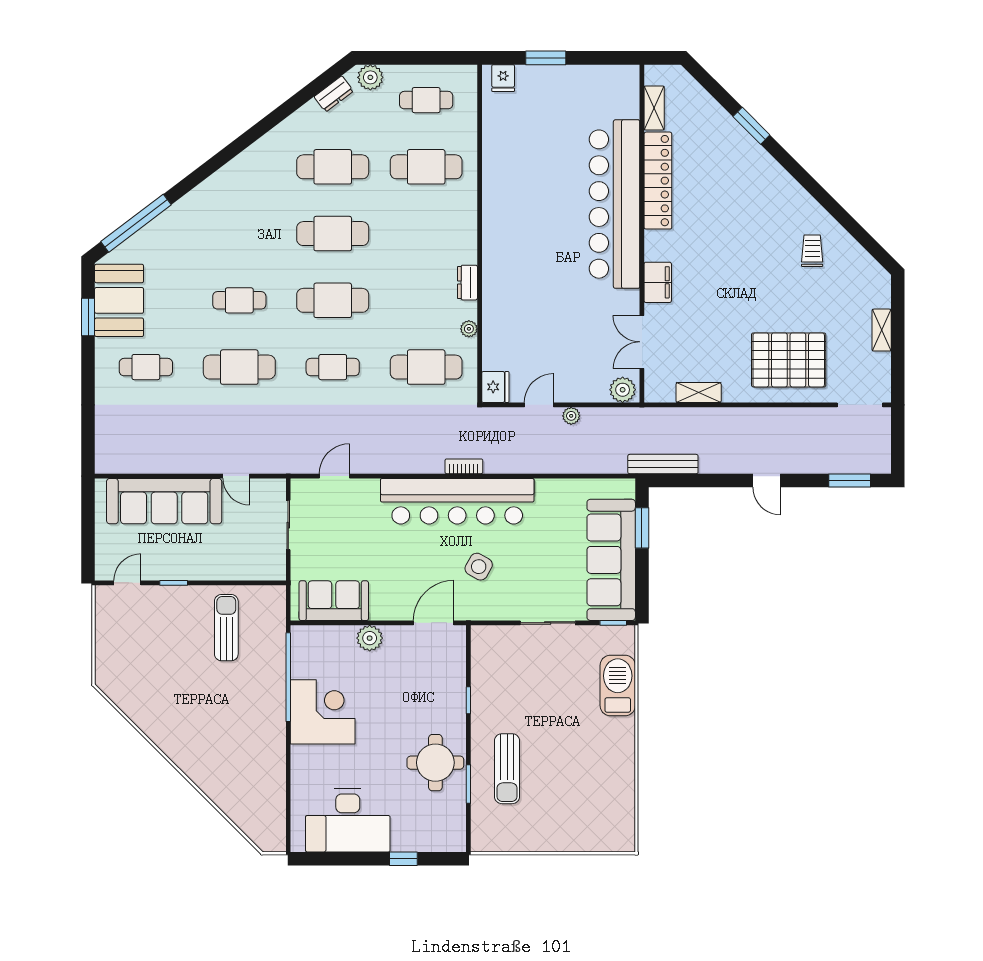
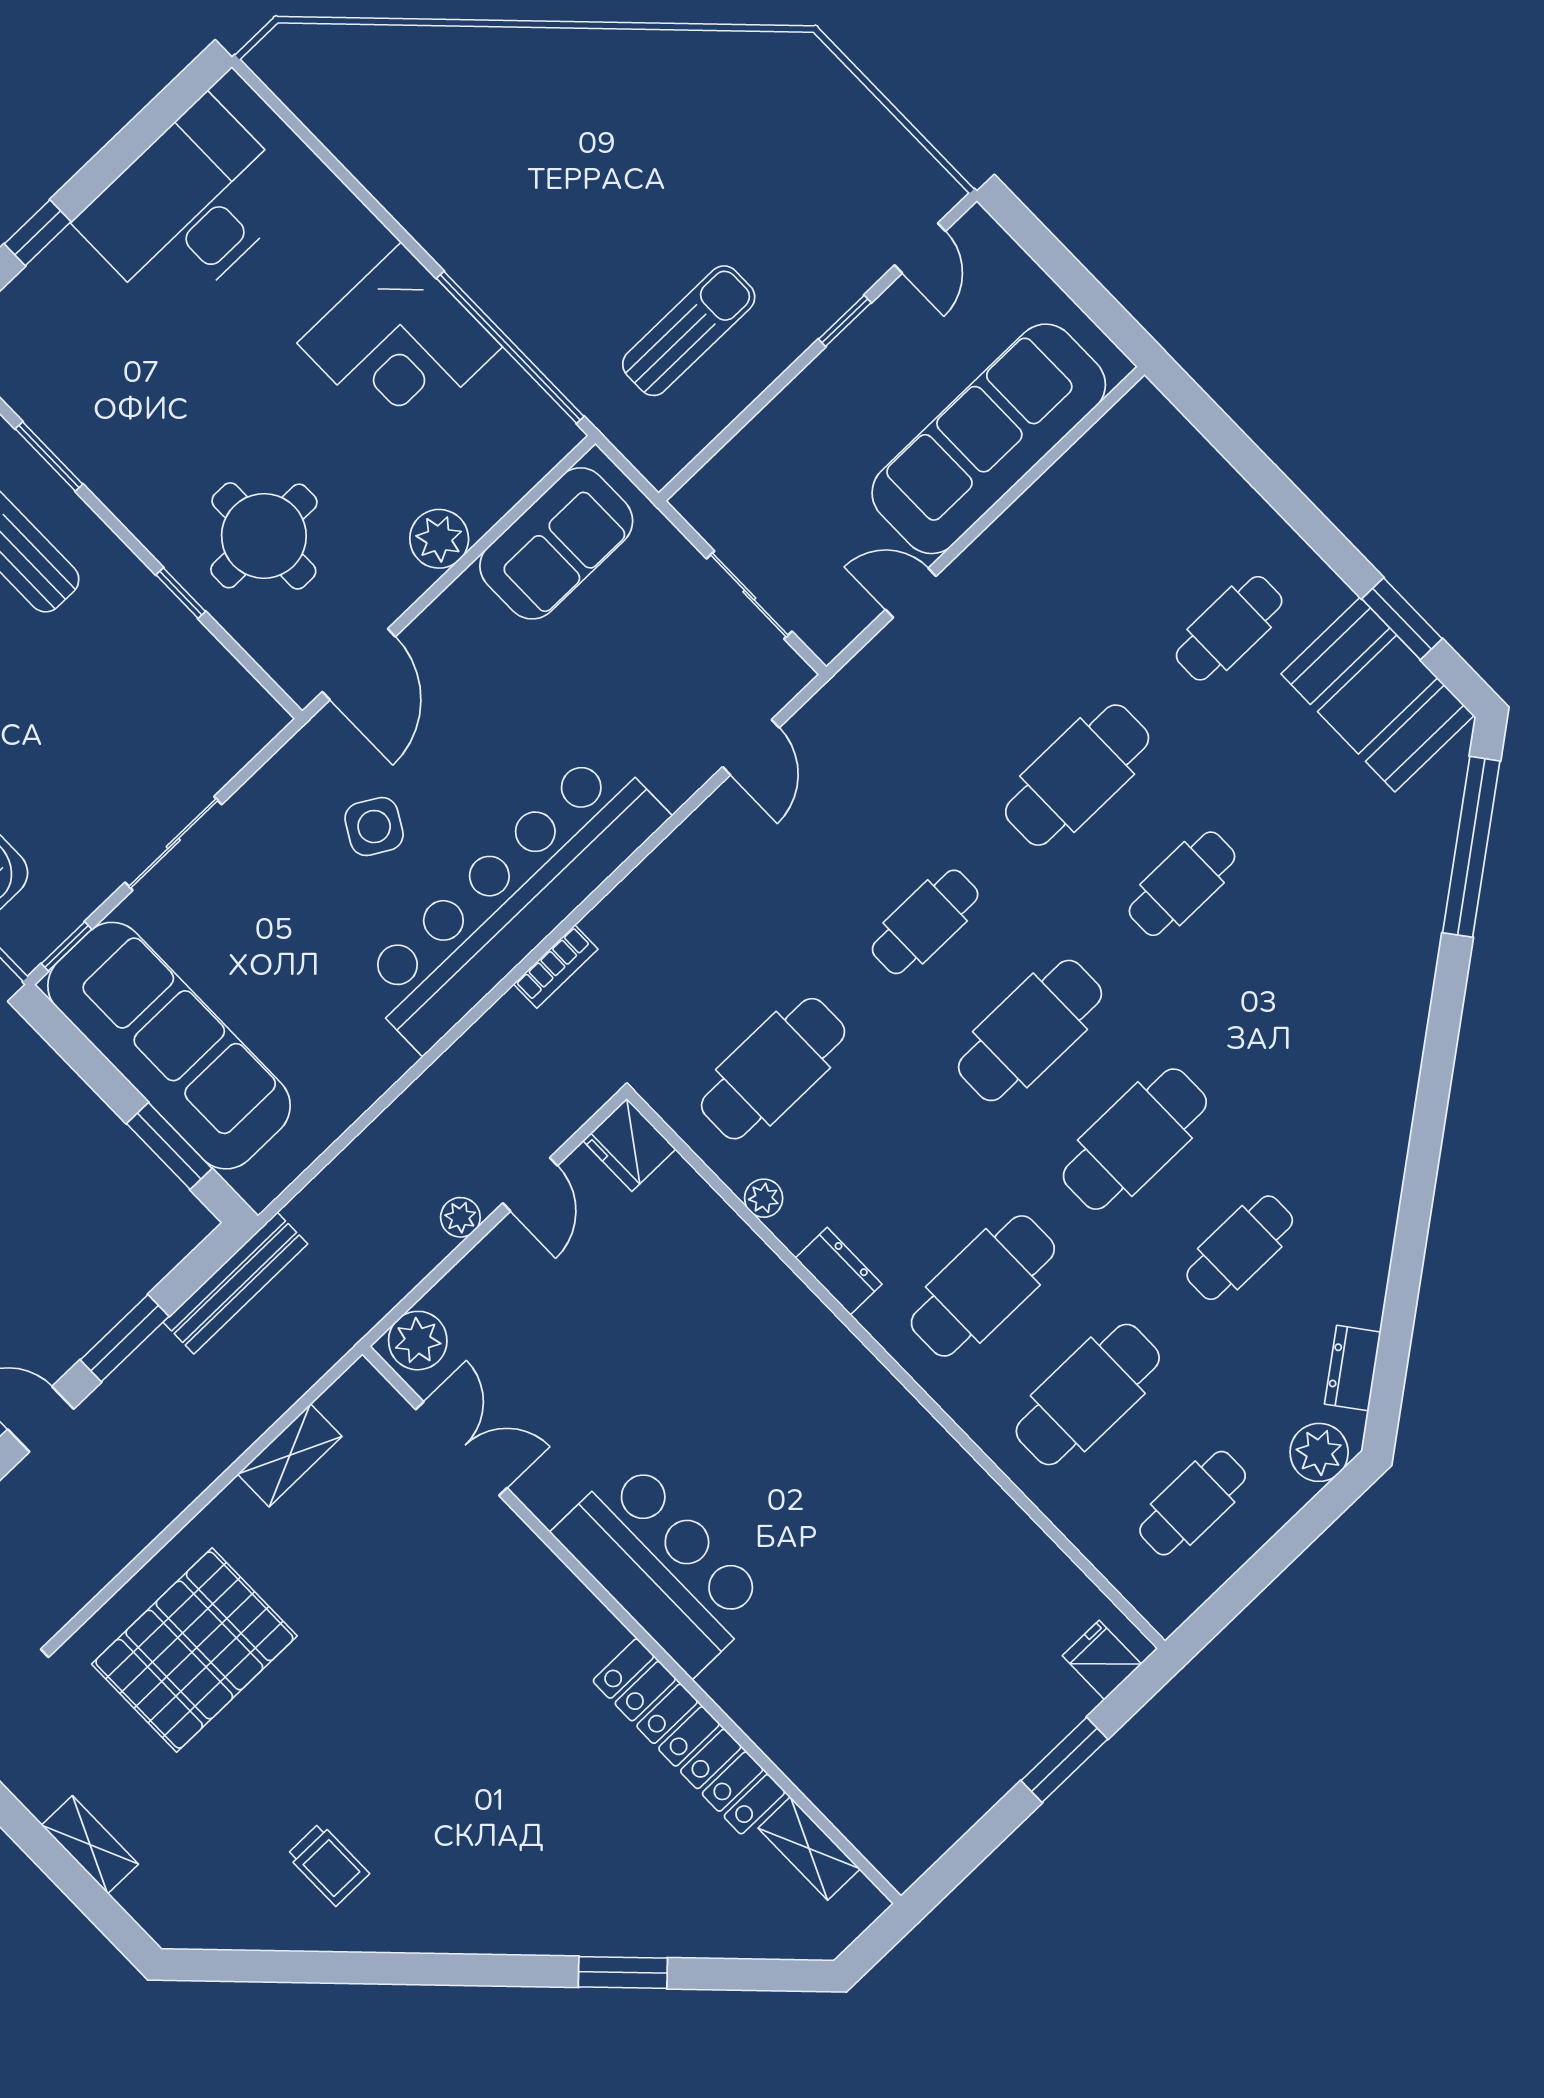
cafe table: (333, 167) -> (1240, 1248), width x0.73, depth x0.74
bar counter: (615, 204) -> (662, 1567), width x0.54
cafe table: (426, 234) -> (983, 1286), added
filing cabinet: (658, 282) -> (529, 1570), removed
window: (715, 481) -> (125, 1338), added
sun lounger: (226, 628) -> (689, 331), turned -90
round table: (435, 763) -> (264, 536), moved

